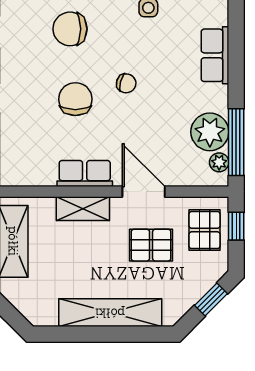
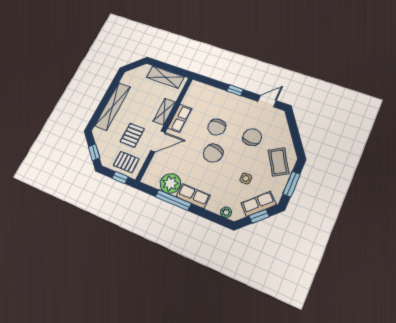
row of seats: (215, 55) -> (193, 196), moved
chair: (126, 83) -> (213, 153), width x1.87, depth x1.87
chair: (75, 99) -> (217, 127), turned 90
window: (236, 142) -> (173, 200), moved
plant: (219, 162) -> (226, 212), moved

